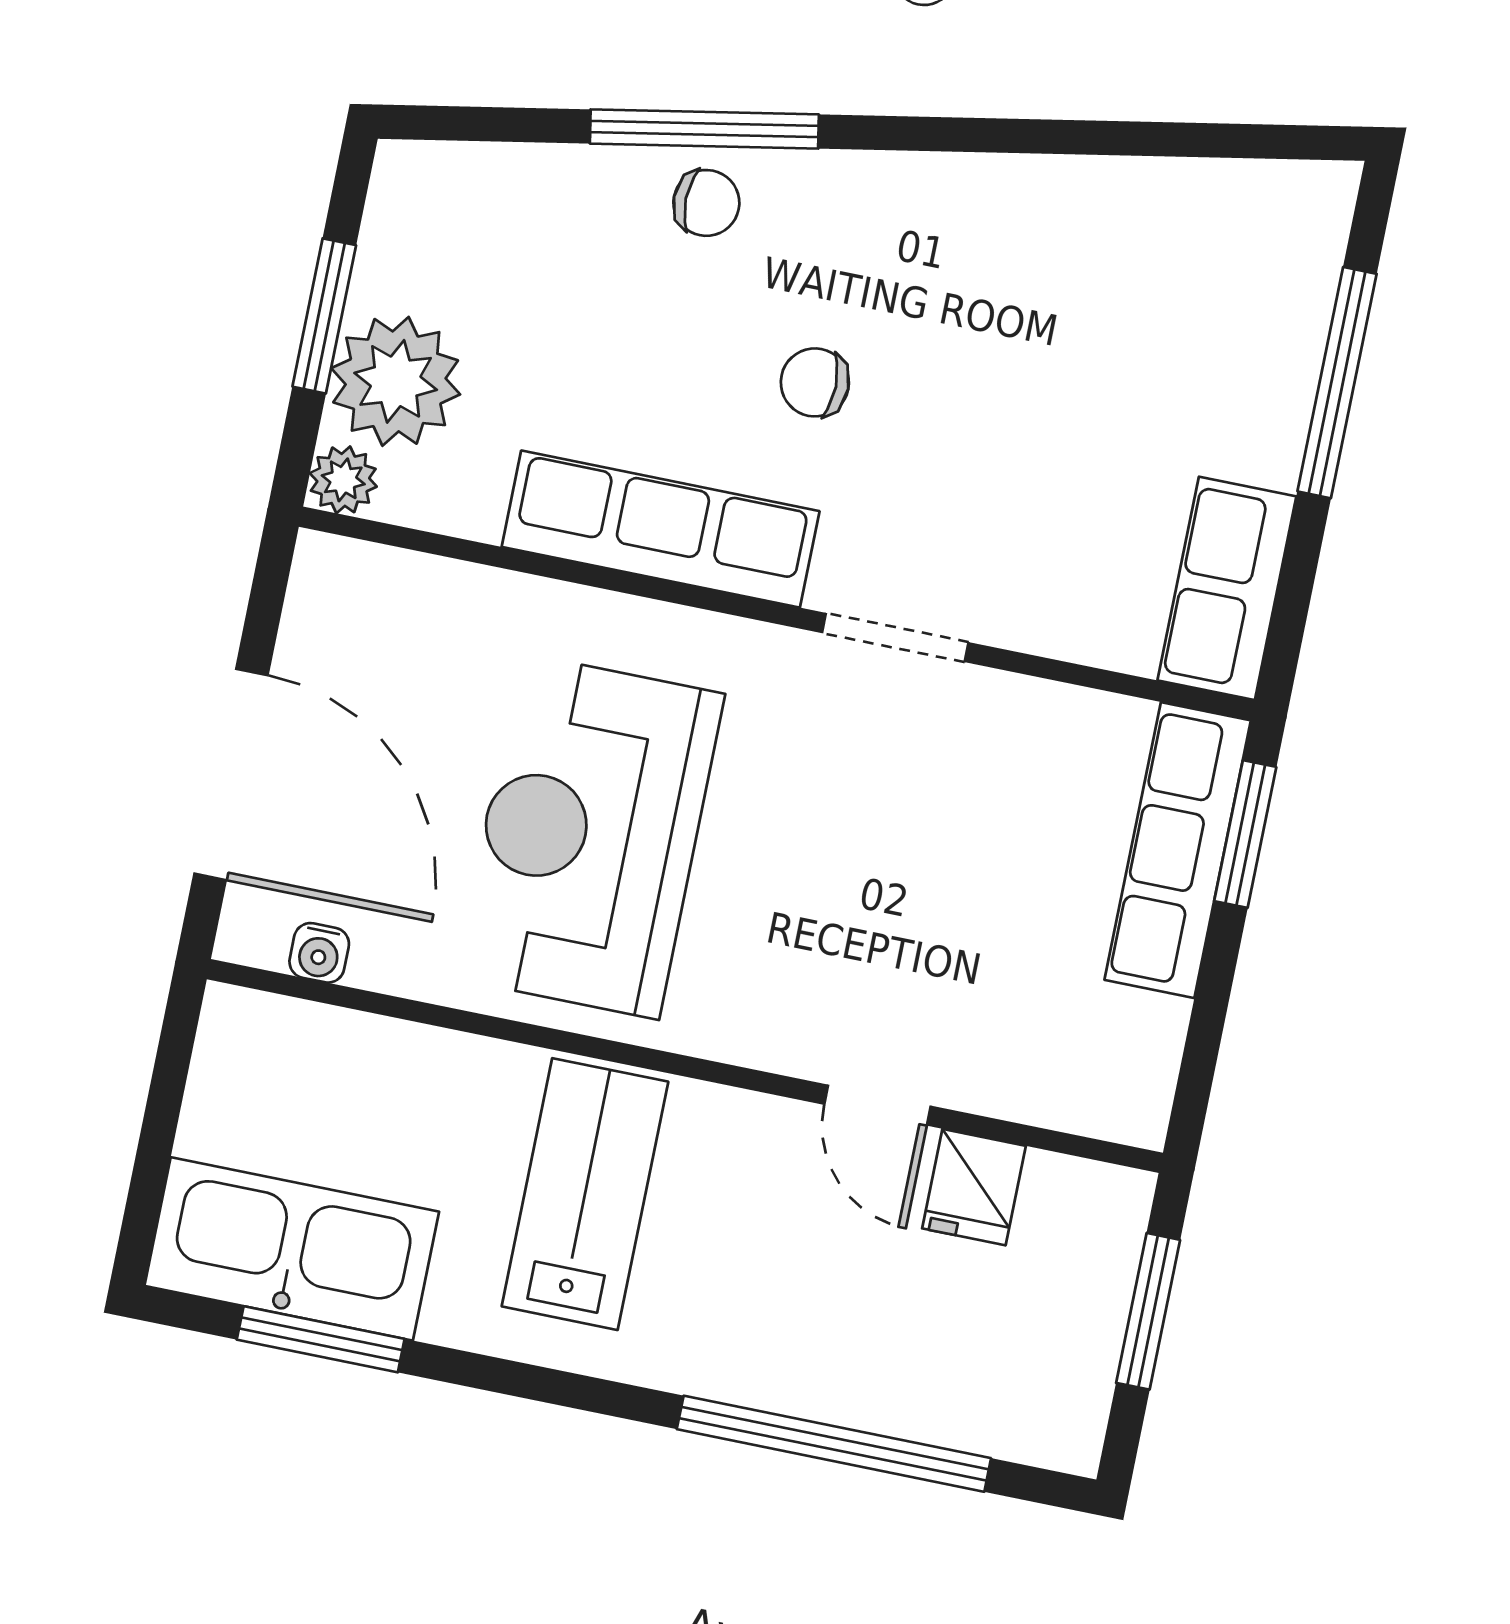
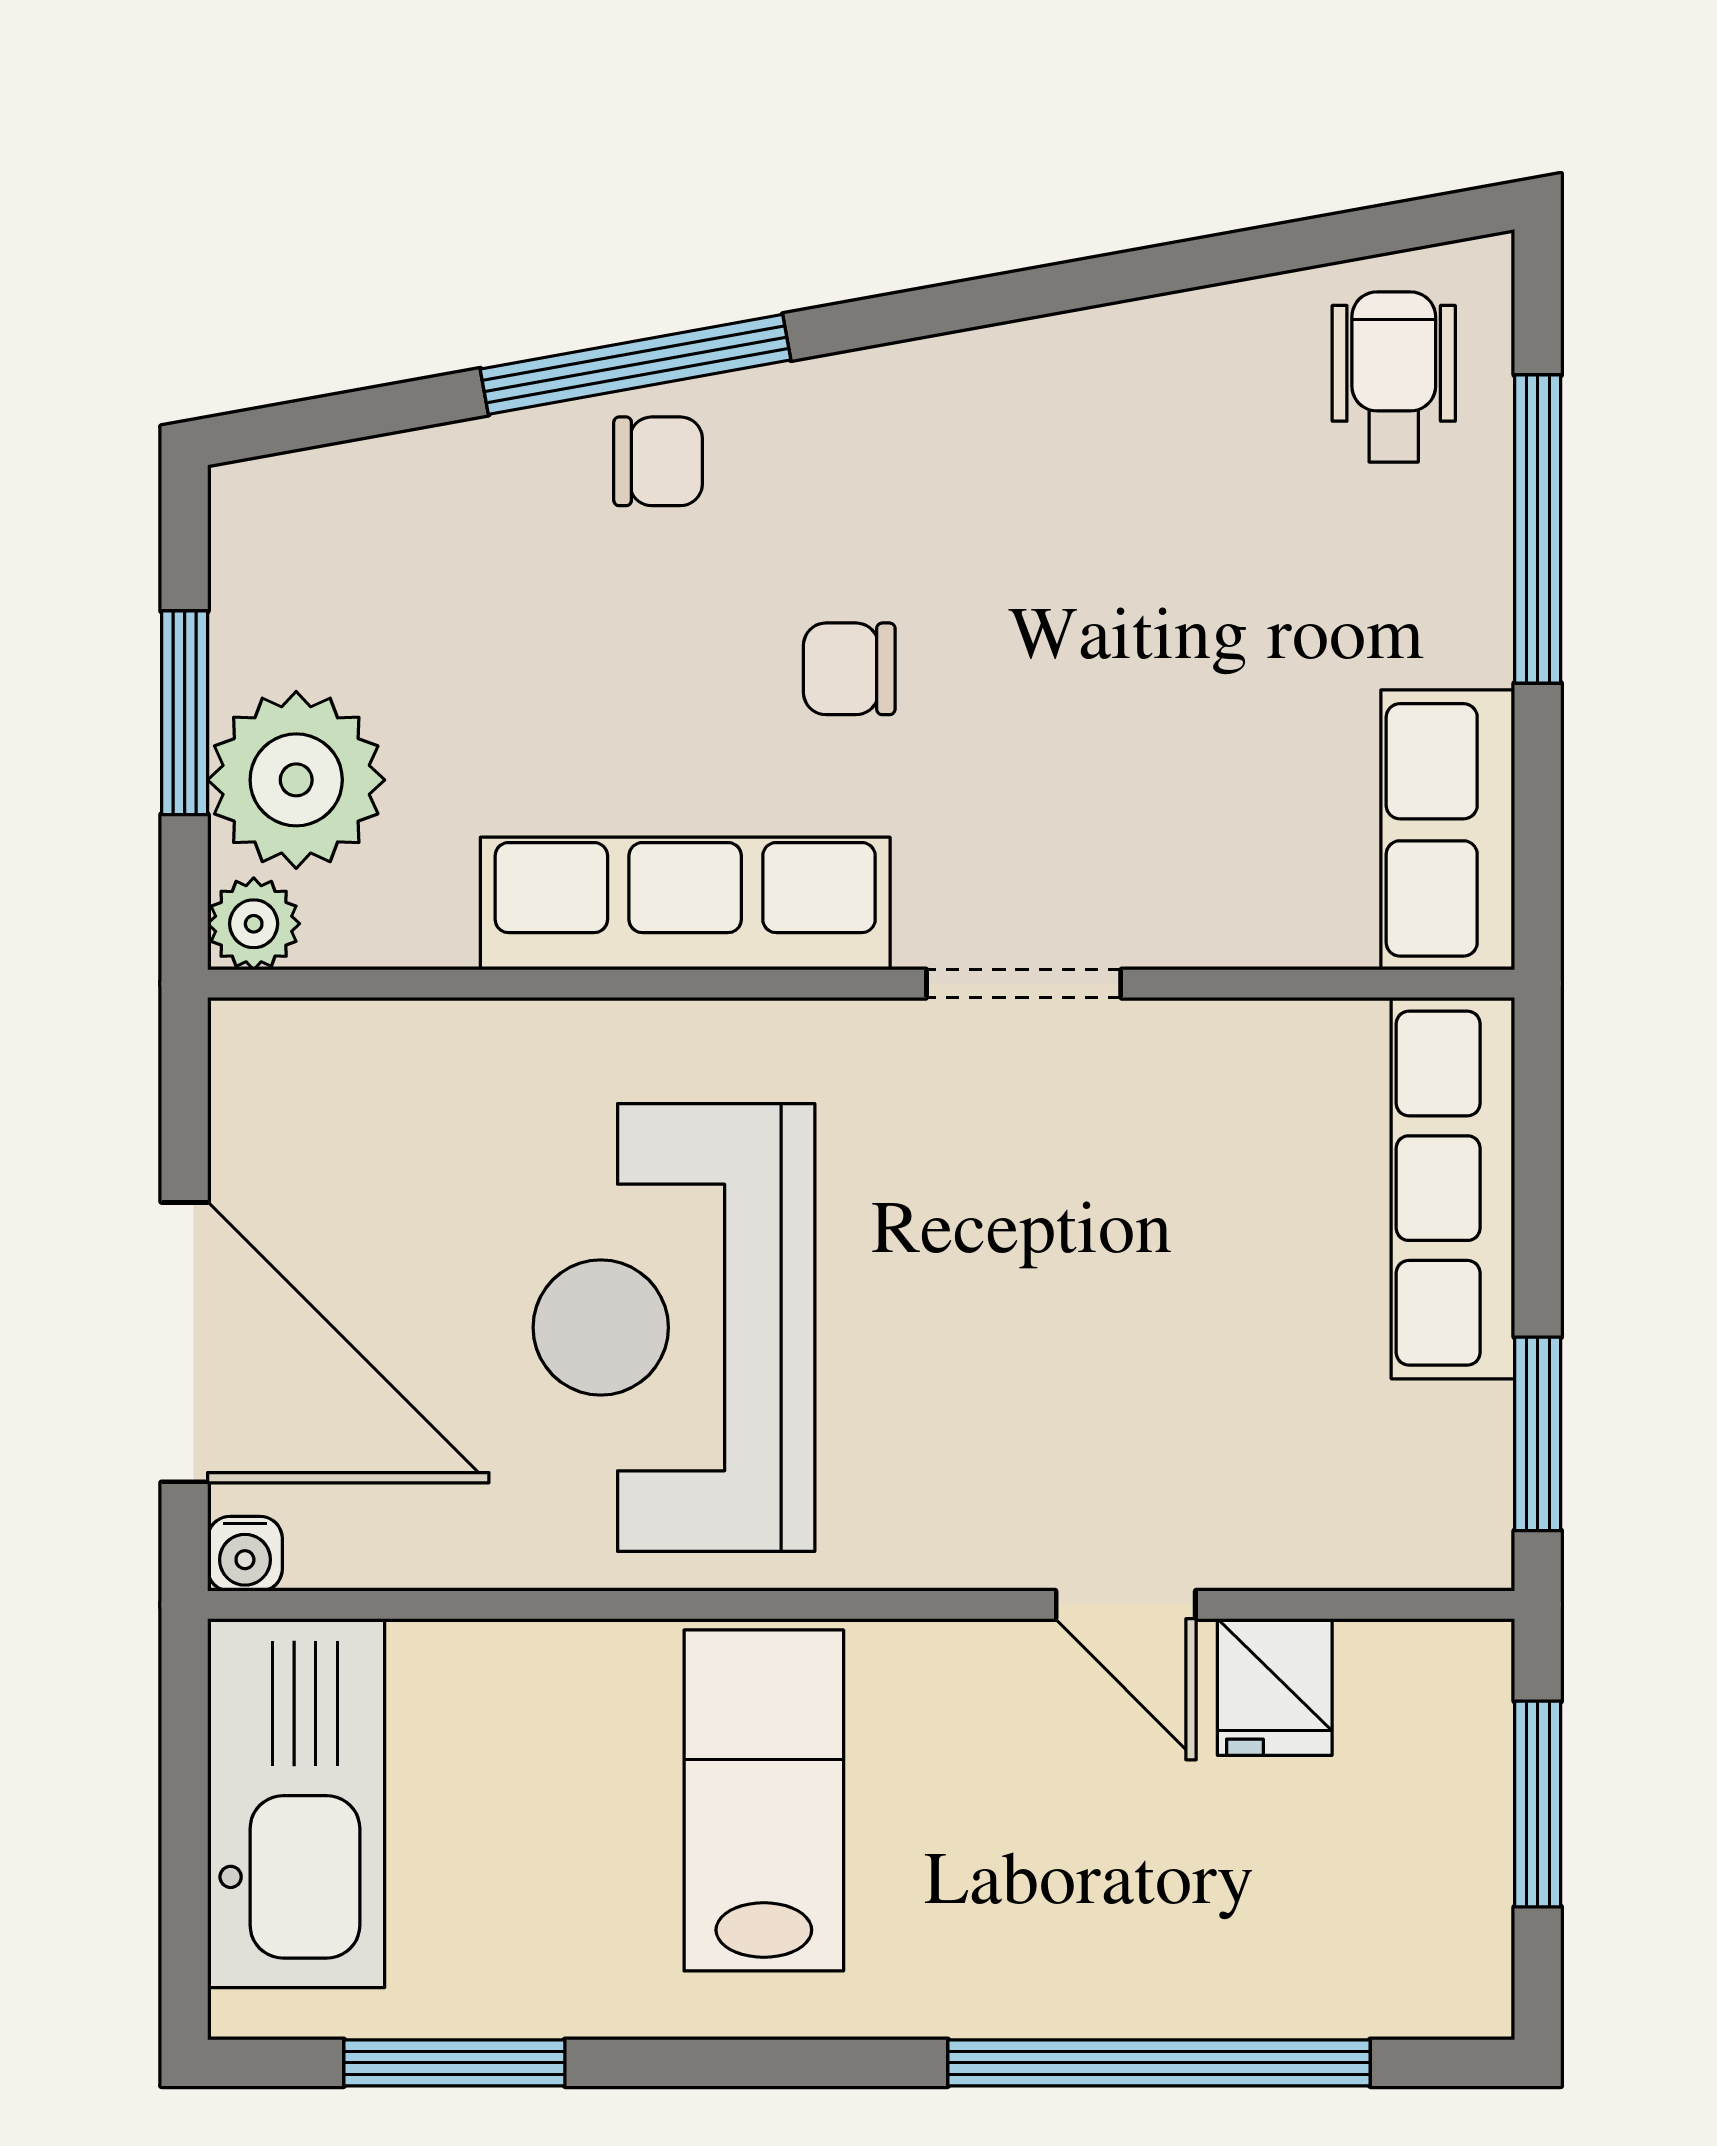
wheelchair: (1255, 251) -> (1394, 377), added
window: (1245, 834) -> (1538, 1434), moved
water cooler: (319, 953) -> (245, 1554), moved
kitchen sink: (292, 1249) -> (296, 1803), moved, turned 90

